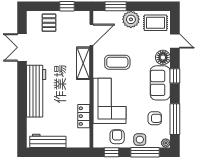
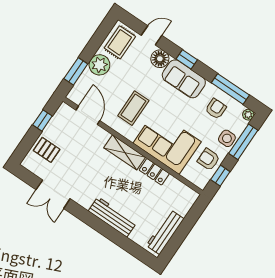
shelving: (83, 63) -> (125, 152), moved
workbench: (36, 91) -> (112, 217), width x0.73, depth x0.76
locker: (84, 116) -> (154, 172), moved

